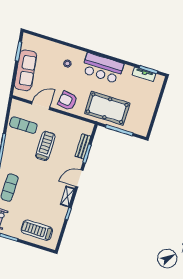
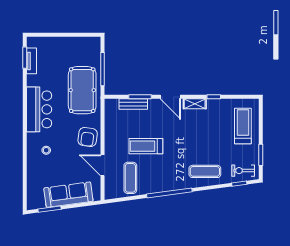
treadmill: (37, 230) -> (243, 126), turned 180

